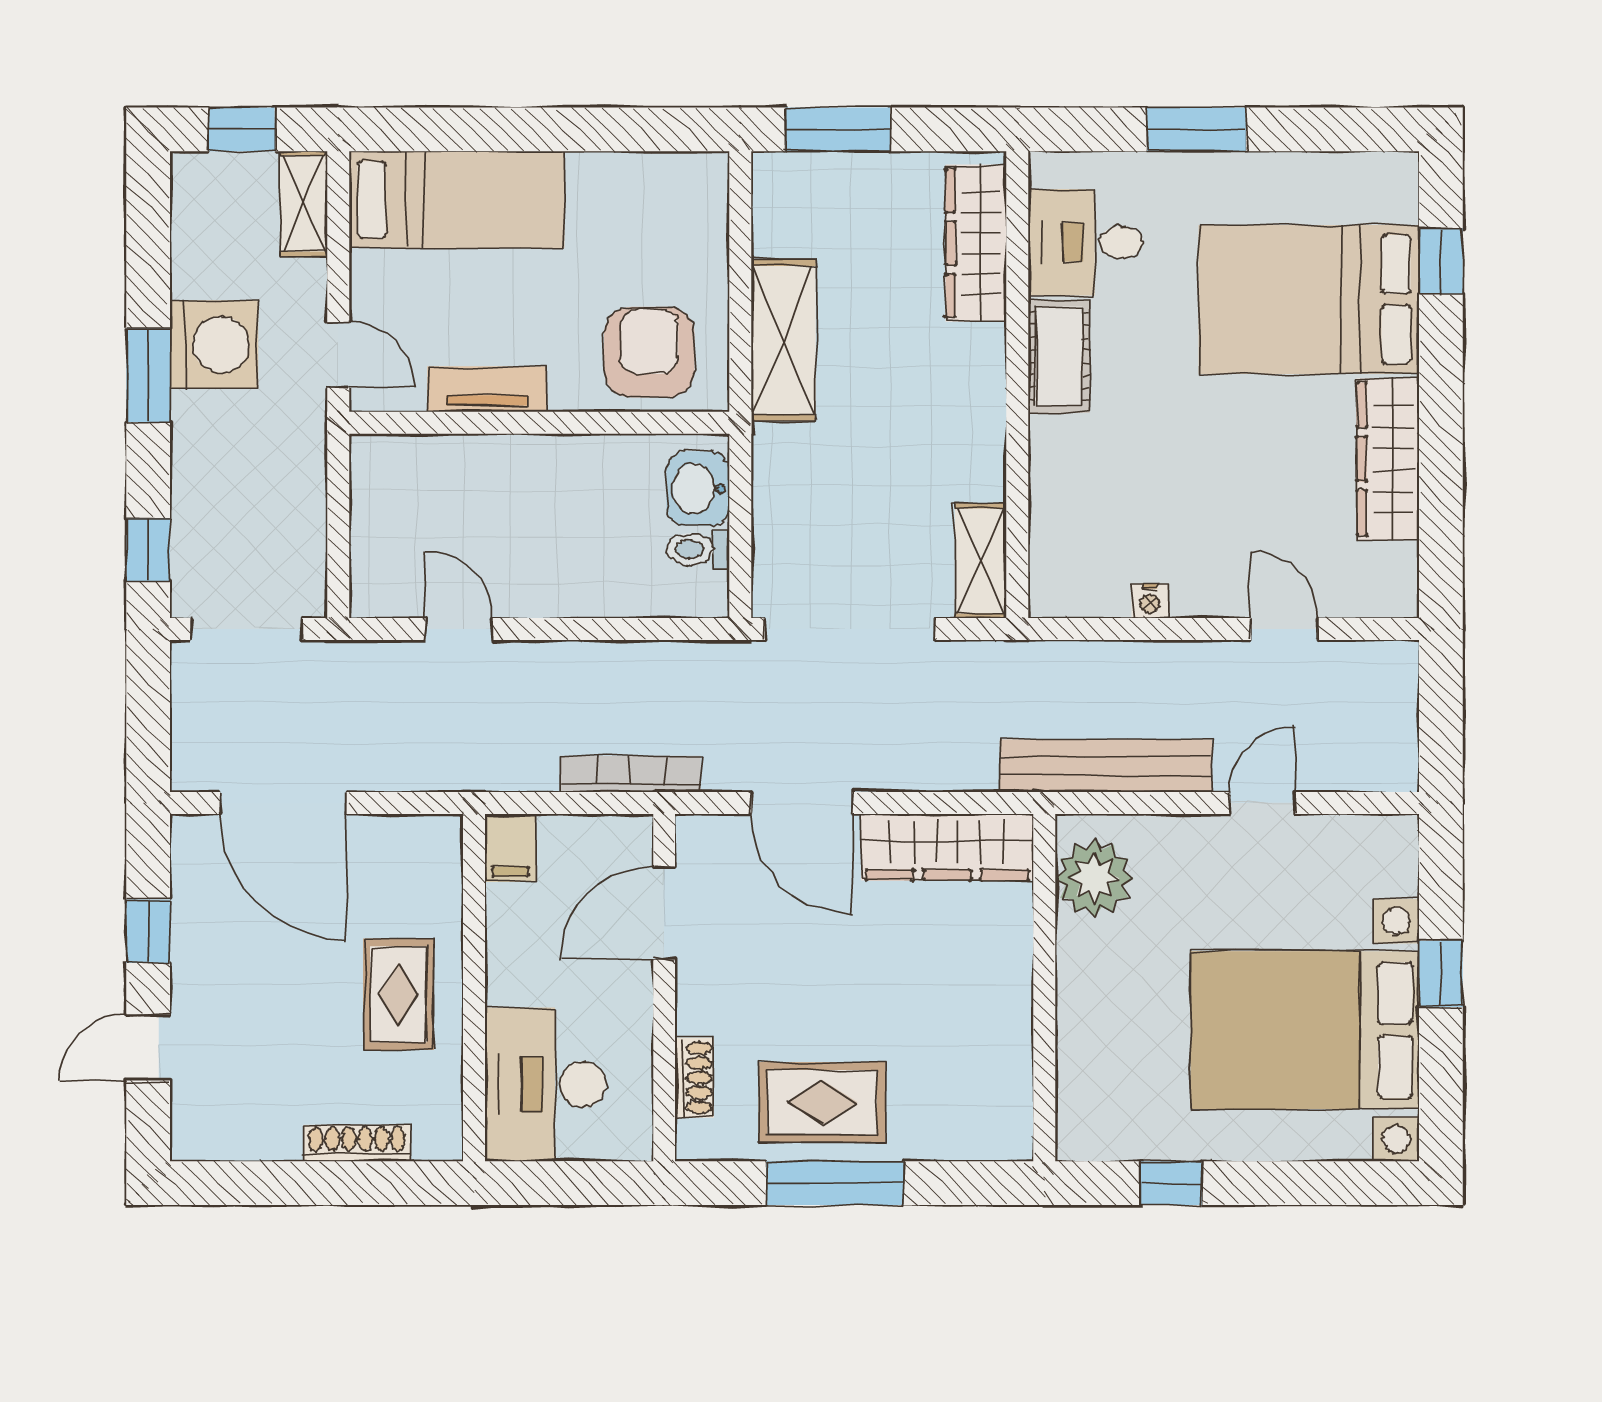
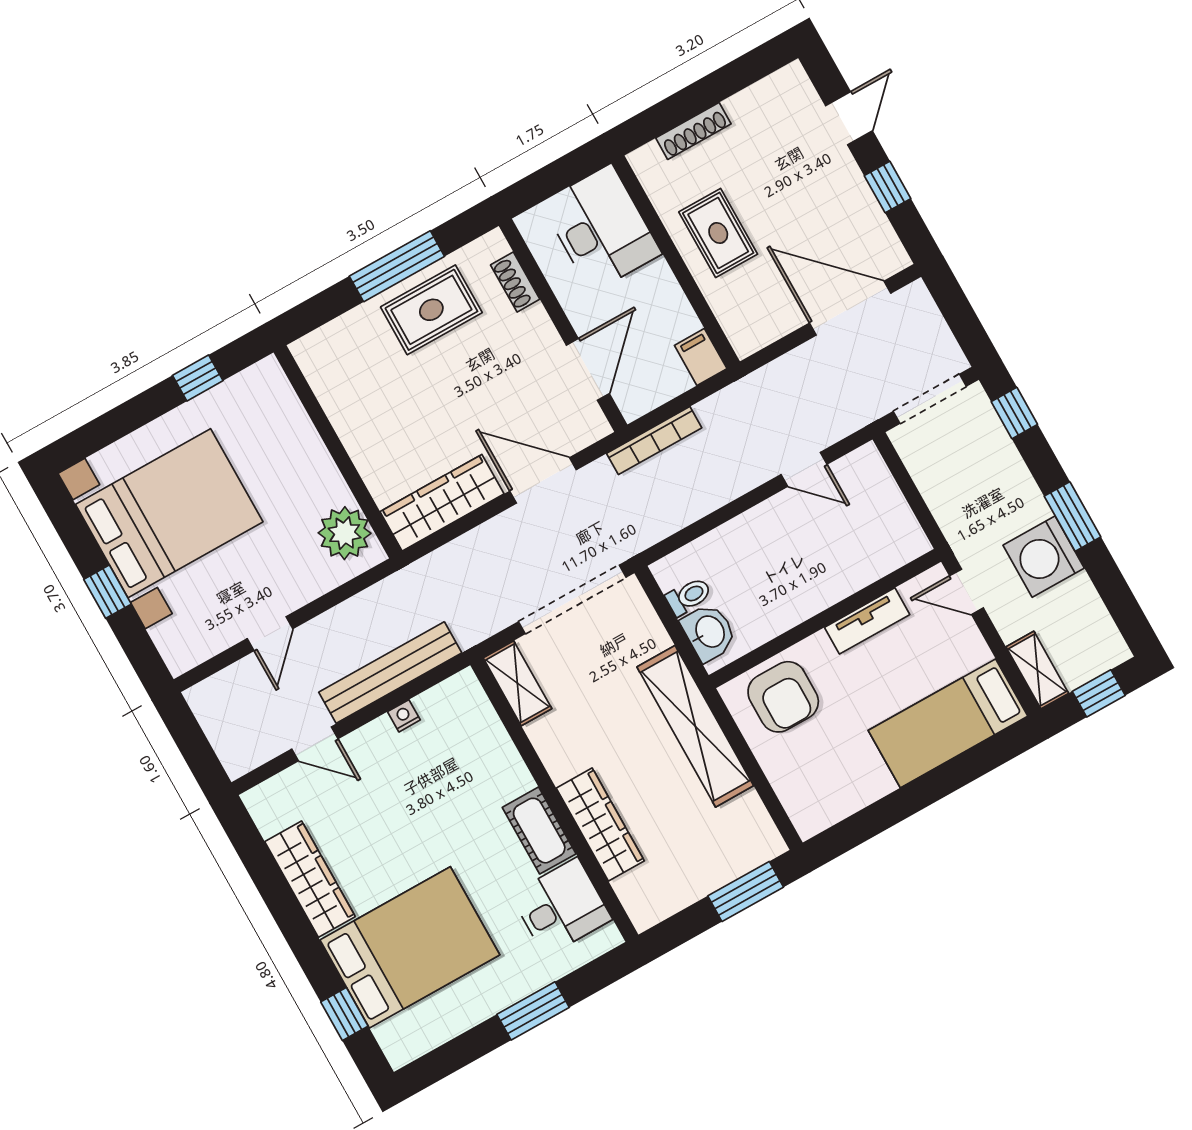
wardrobe: (976, 243) -> (600, 825), moved
shelving: (783, 340) -> (695, 726), width x1.47
bench: (1106, 766) -> (390, 673), moved

